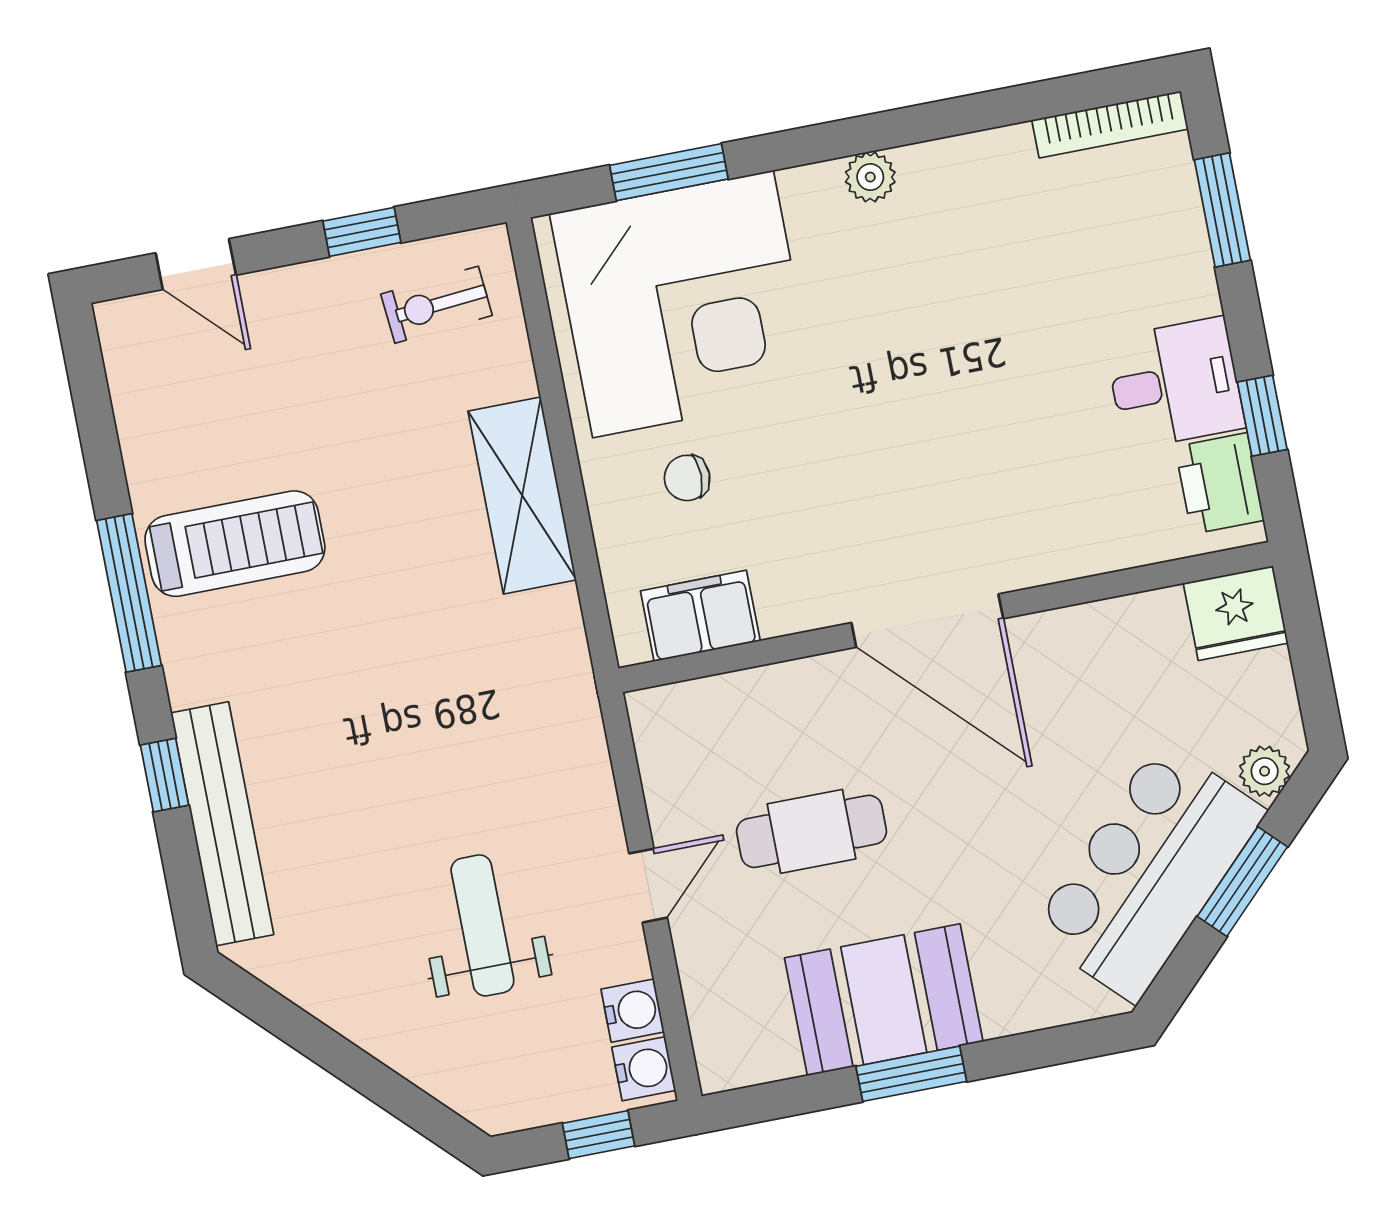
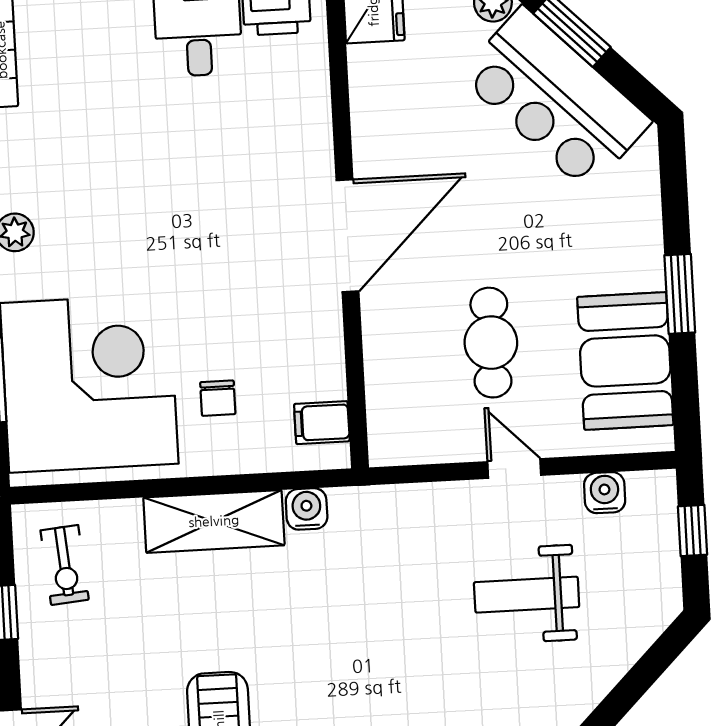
filing cabinet: (700, 616) -> (322, 423), width x0.50
booth: (884, 1000) -> (625, 361), moved
water cooler: (644, 1069) -> (307, 509), moved

